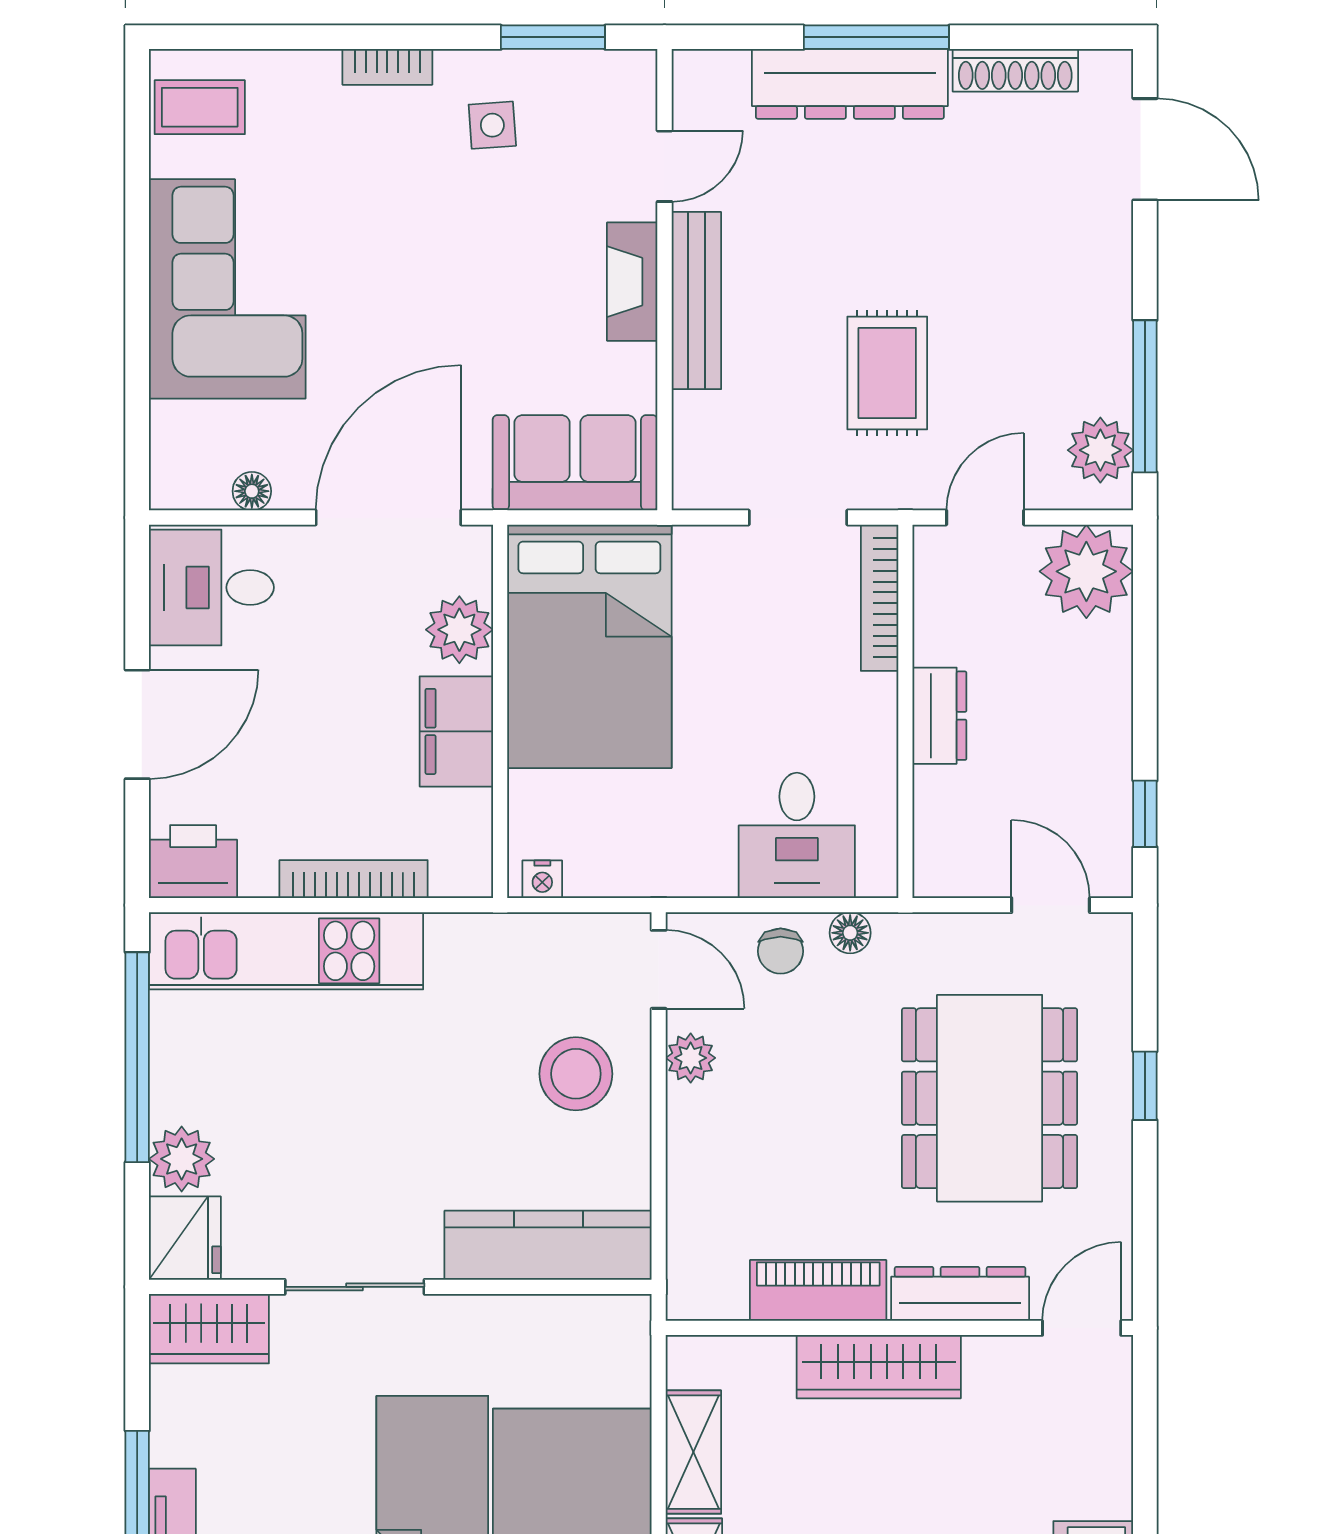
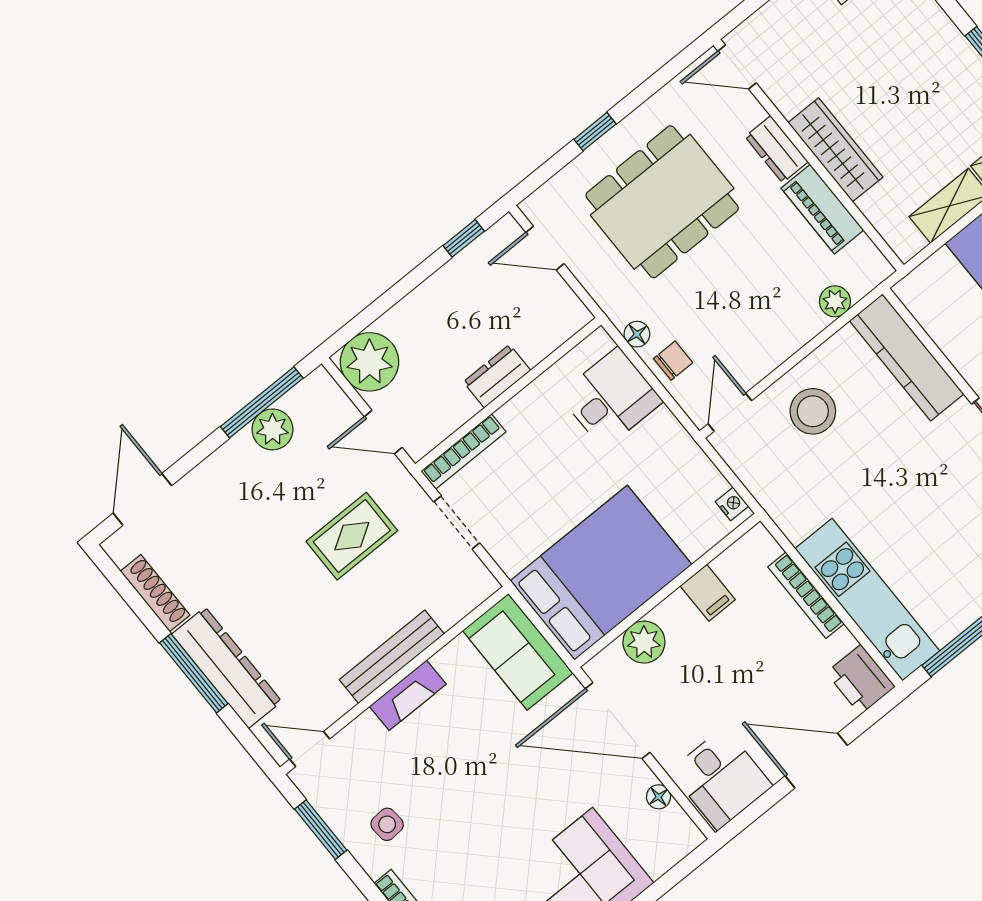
door: (665, 166) -> (310, 749), moved
plant: (1100, 450) -> (272, 429), moved
filing cabinet: (456, 731) -> (708, 593), width x0.50
door: (1051, 905) -> (545, 248), hinge flipped
plant: (691, 1058) -> (835, 301), moved
dresser: (960, 1294) -> (777, 149), width x0.70

